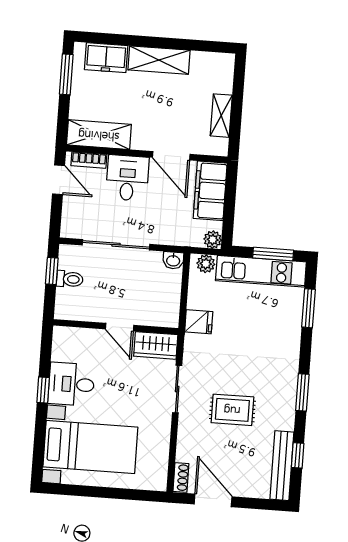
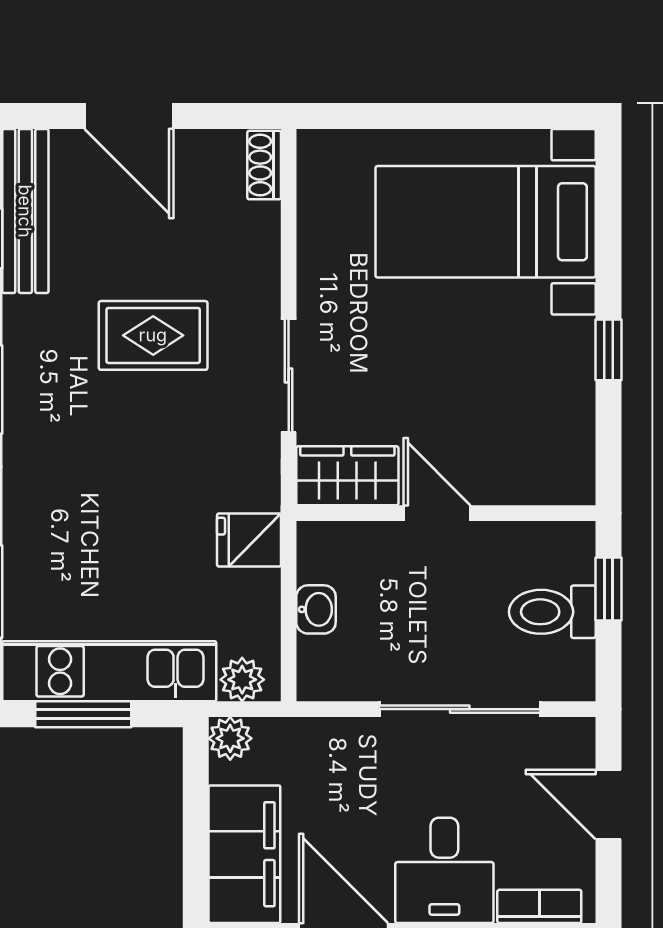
door: (59, 180) -> (608, 804), moved
washbasin: (173, 260) -> (316, 609), moved, turned 90
window: (52, 271) -> (608, 589), moved
toilet: (70, 279) -> (552, 612), width x1.37, depth x1.39
desk: (71, 384) -> (542, 369), removed
door: (213, 500) -> (129, 116), moved

